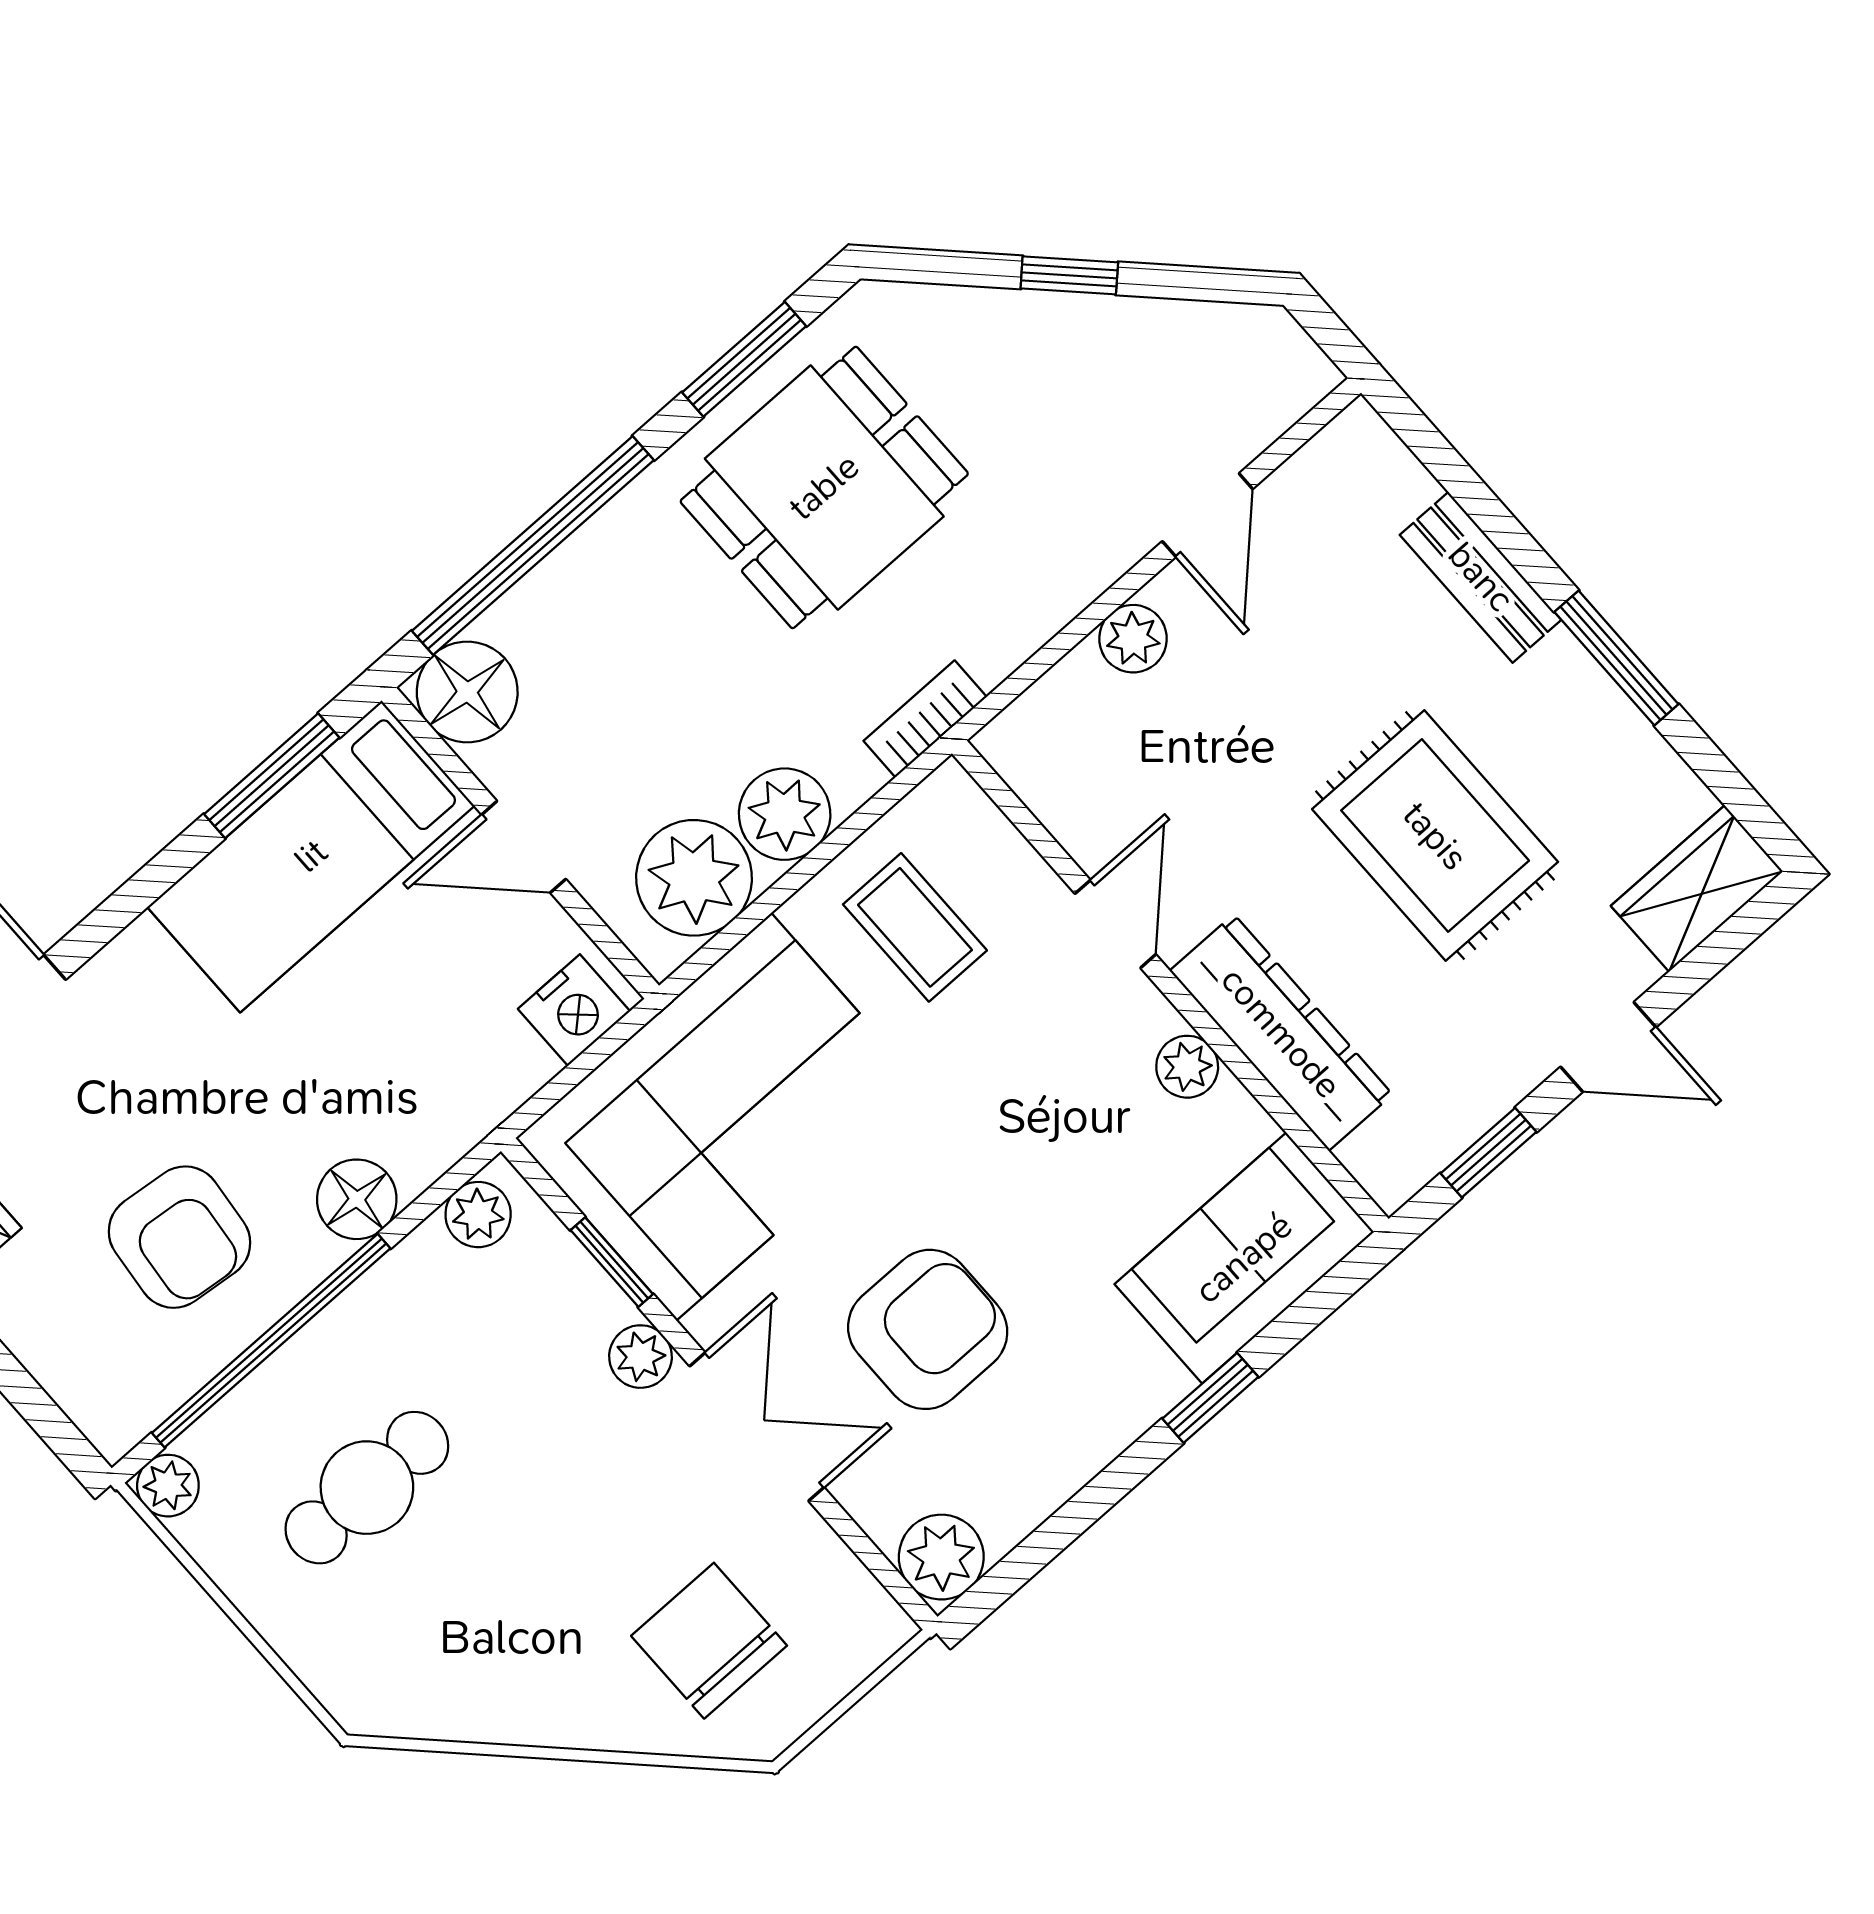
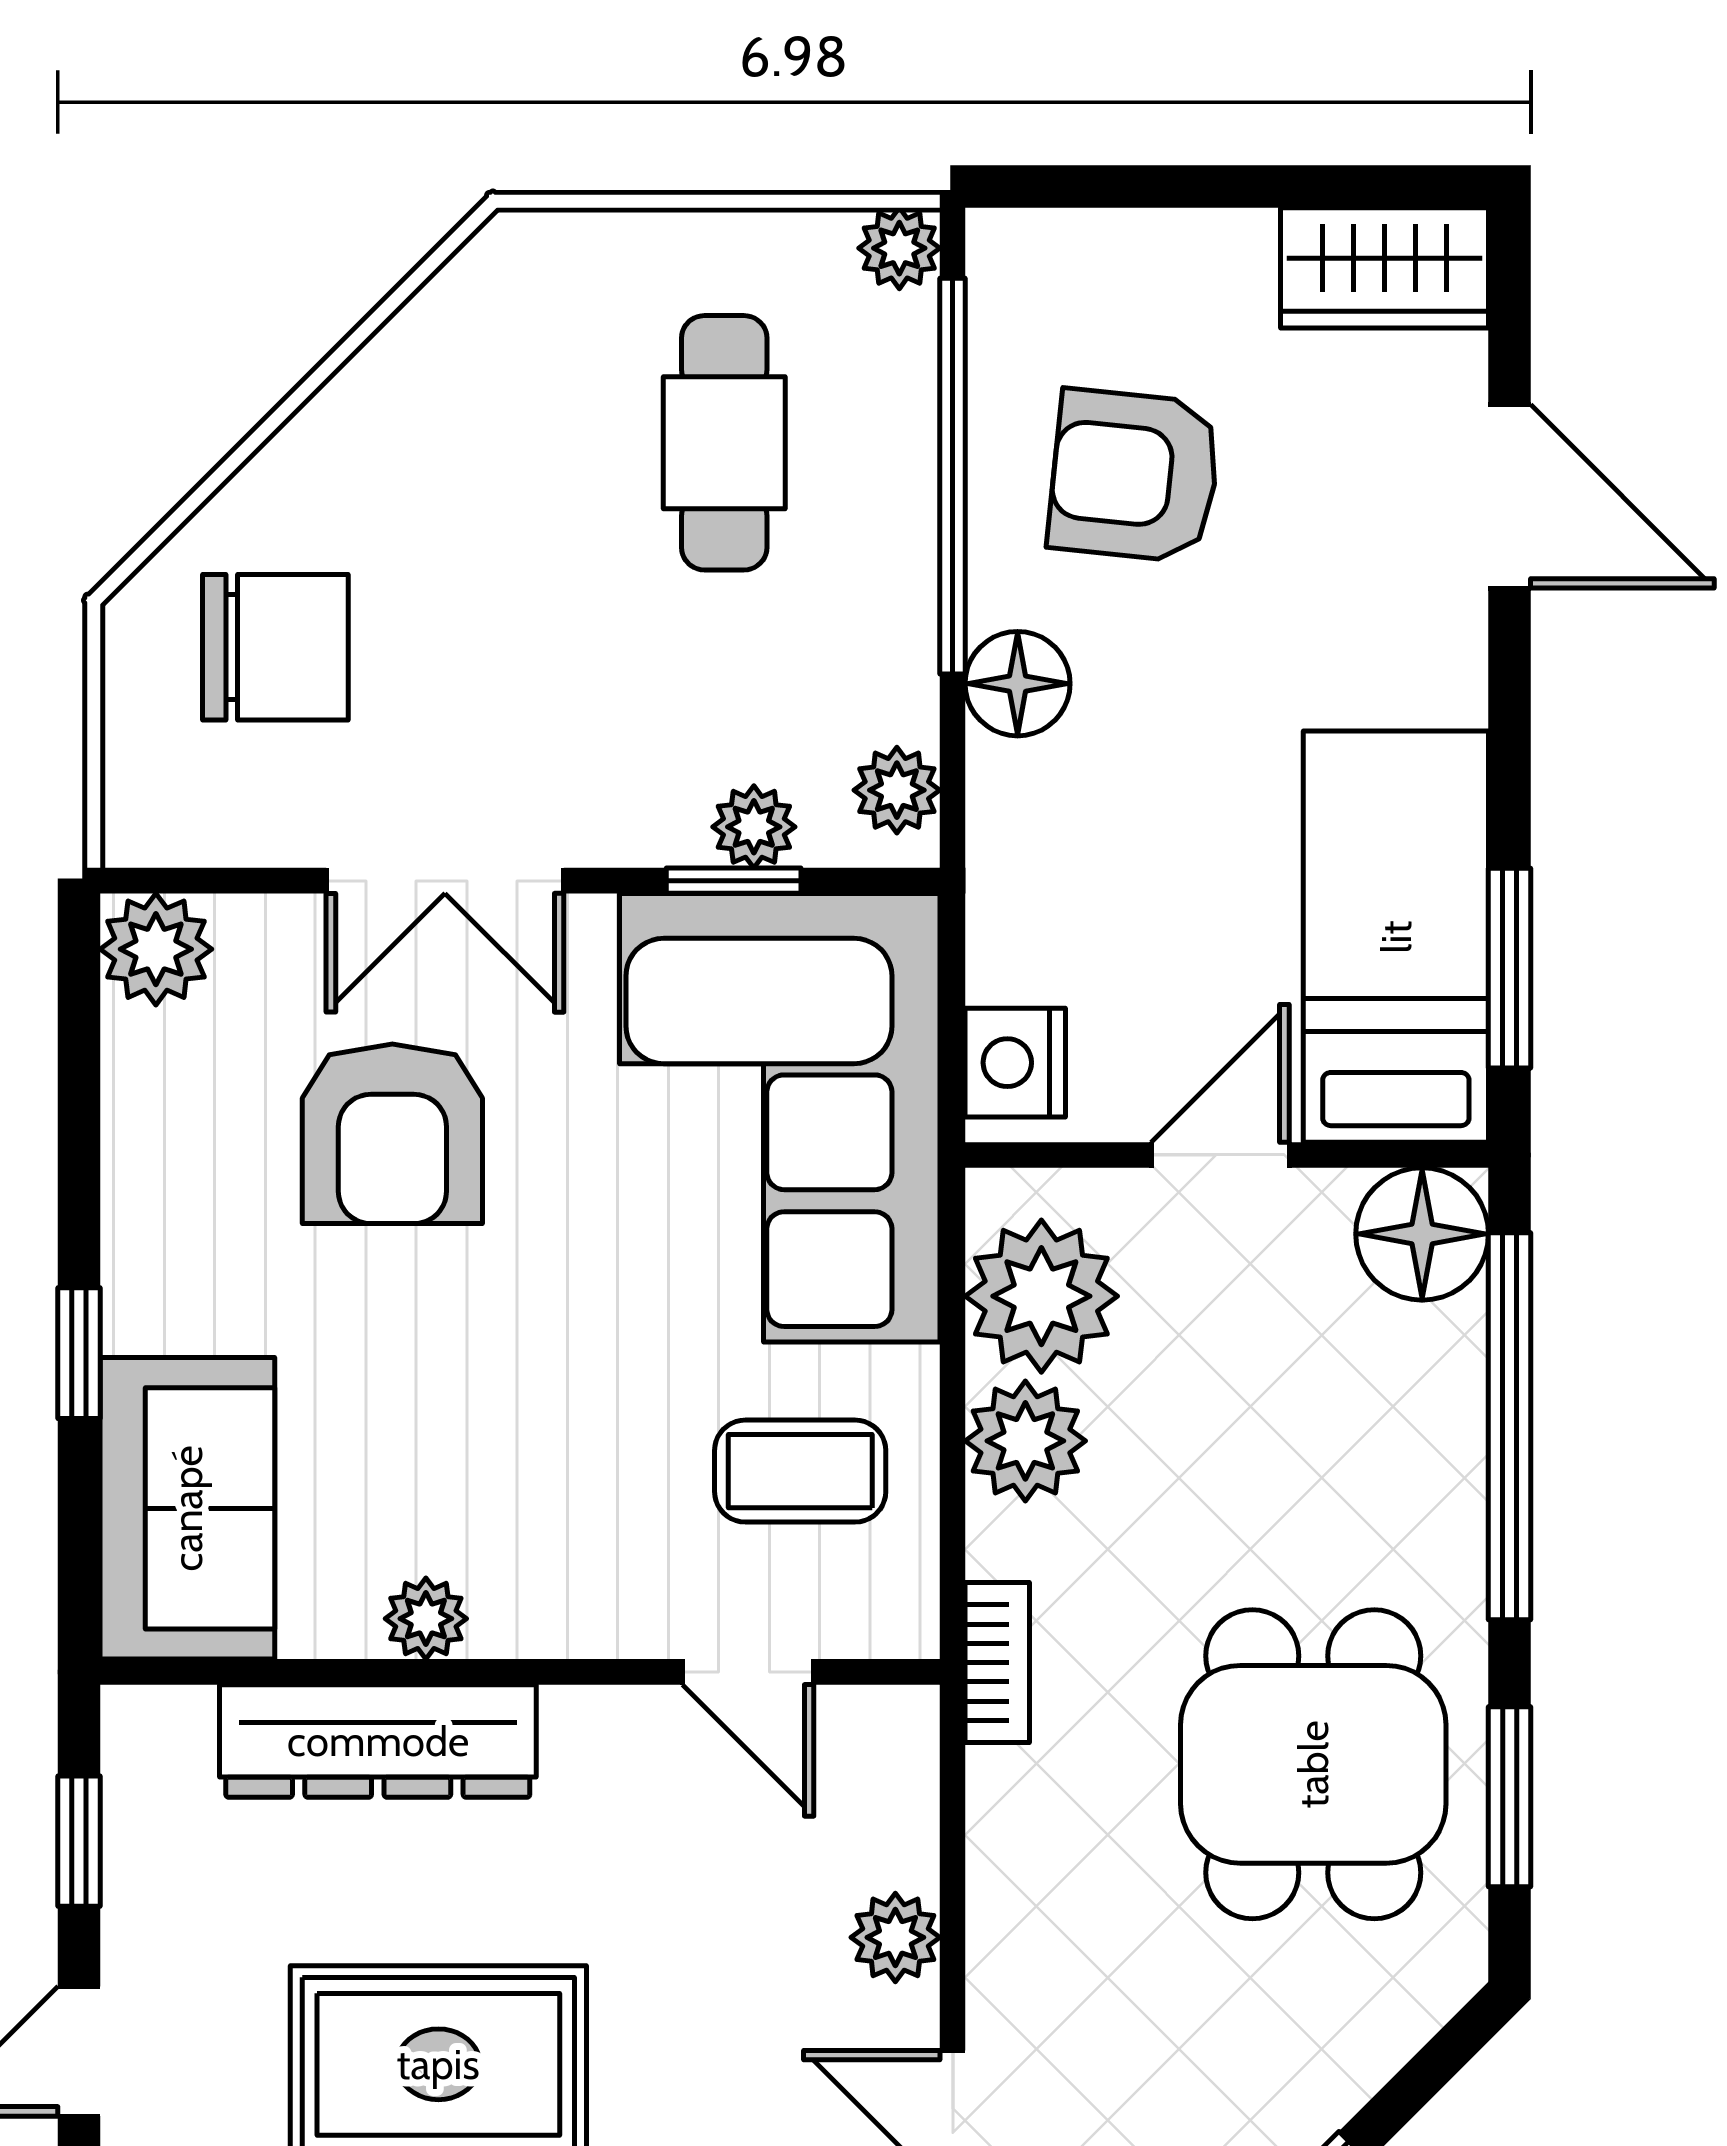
door: (1115, 924) -> (748, 1672), moved
plant: (640, 1357) -> (754, 827), moved

